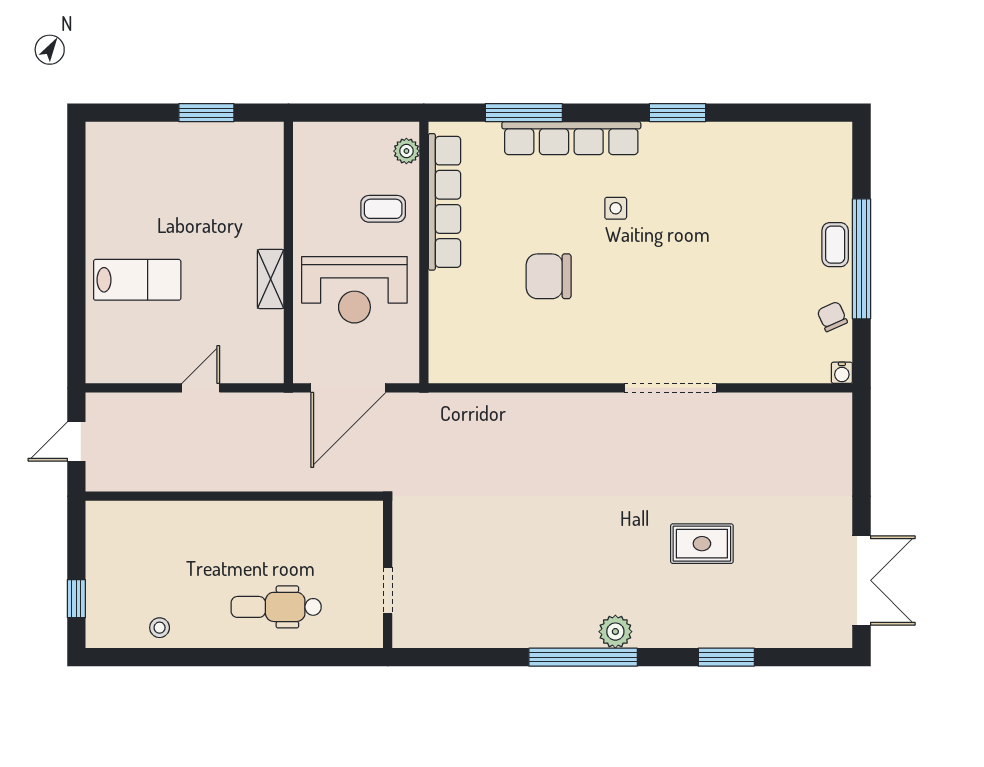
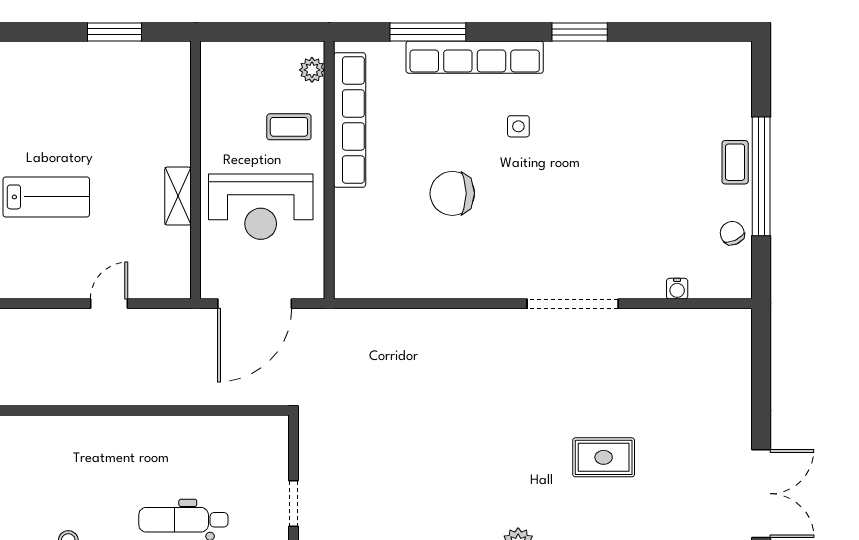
water cooler: (842, 373) -> (677, 289), moved

